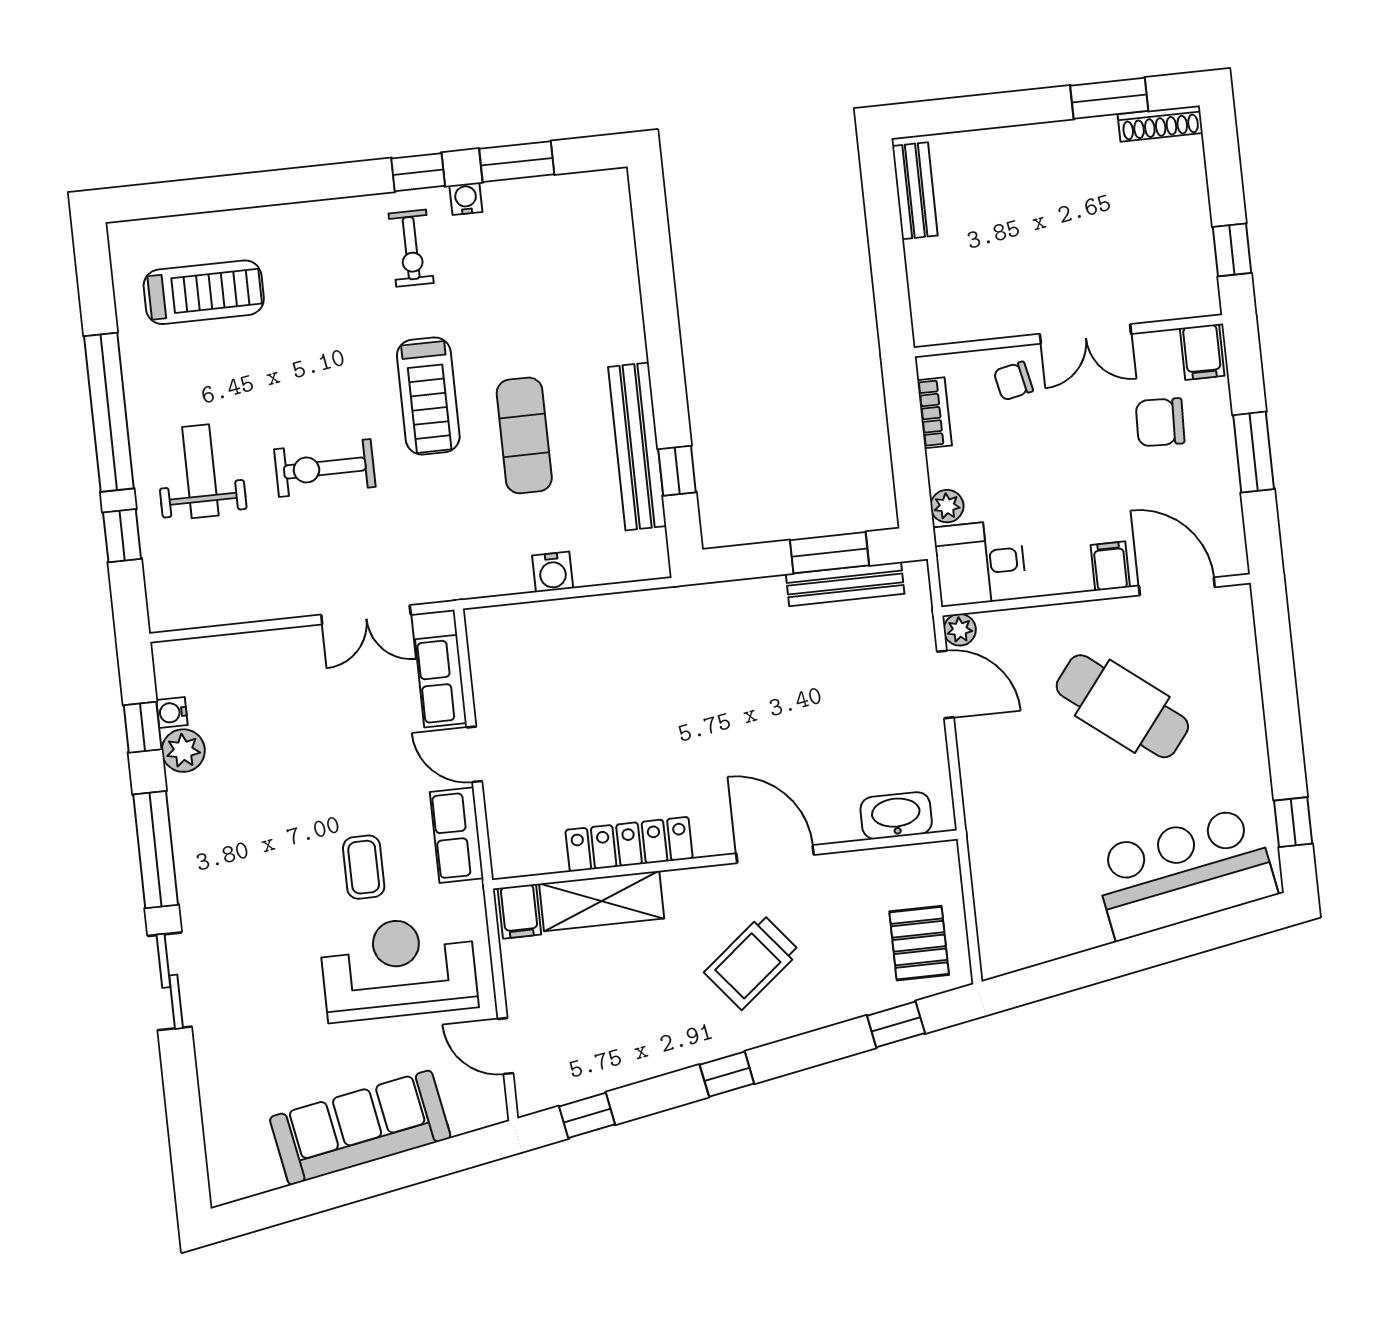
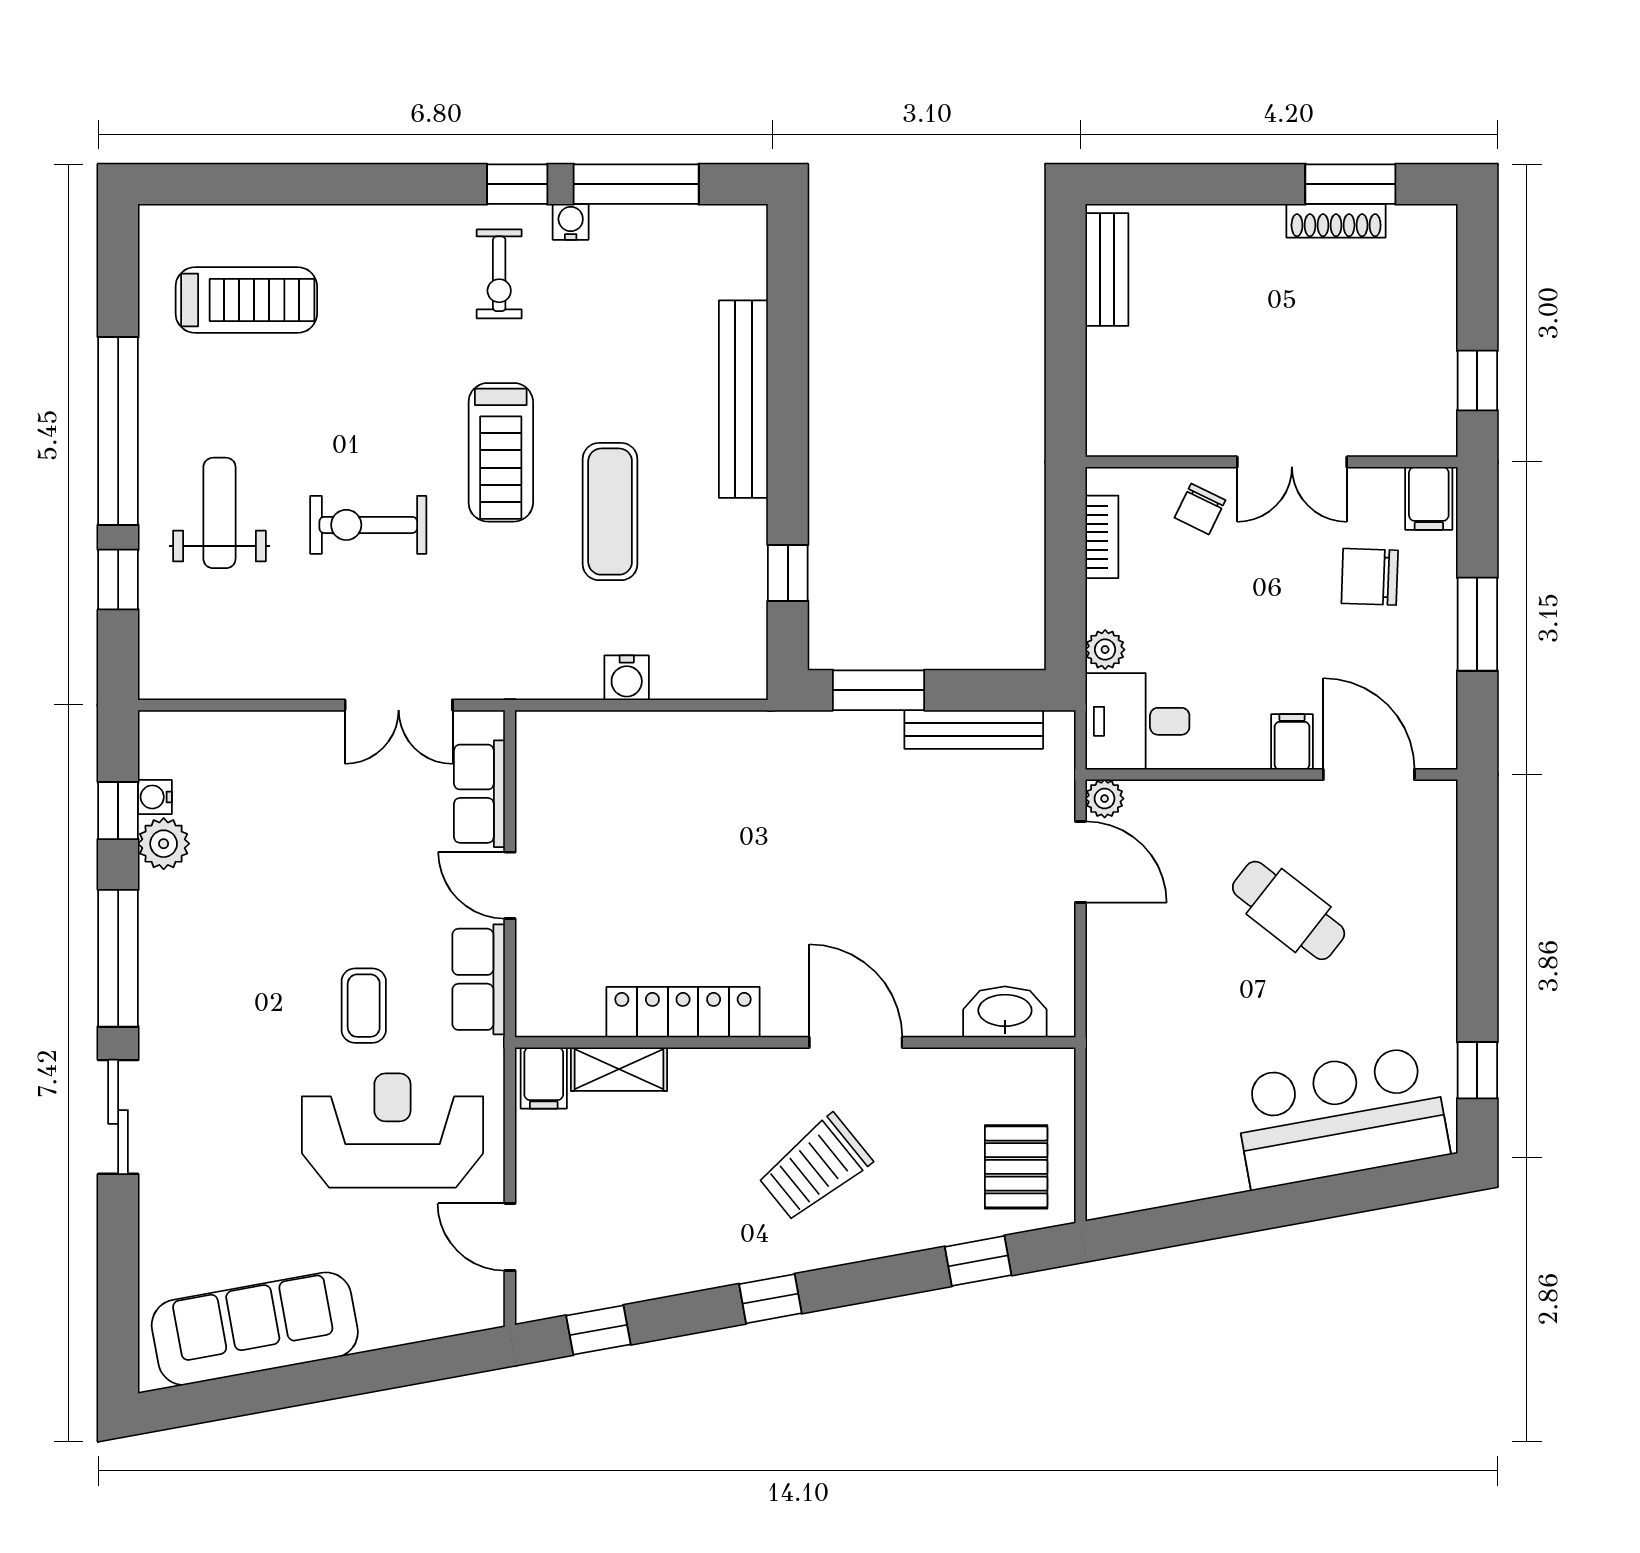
shoe rack: (1160, 124) -> (1336, 221), moved
window: (517, 162) -> (636, 184), width x1.44
chair: (1013, 381) -> (1200, 509), turned -52
bench: (637, 446) -> (743, 399), moved
window: (830, 553) -> (879, 690), moved
cafe table: (1122, 706) -> (1289, 910), width x0.73, depth x0.74
shelving: (602, 901) -> (619, 1069), width x0.67, depth x0.75
sofa: (360, 1128) -> (255, 1329), moved

